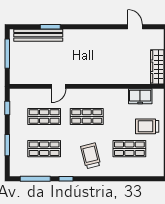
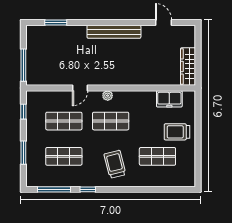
window: (50, 27) -> (56, 23), moved
bench: (38, 35) -> (114, 32), moved
window: (7, 54) -> (23, 65), moved
plant: (84, 93) -> (108, 96), added

